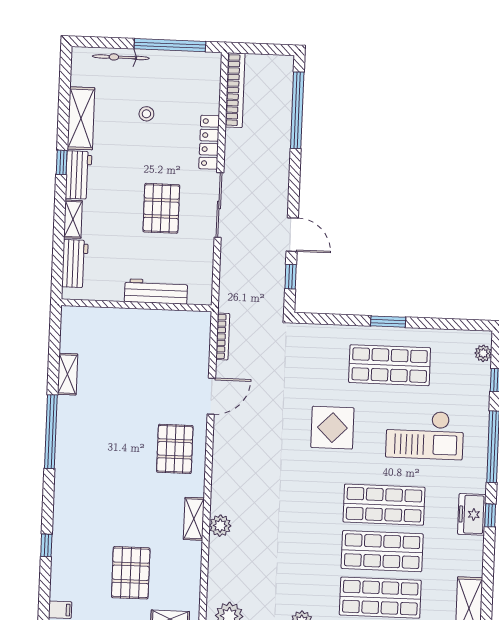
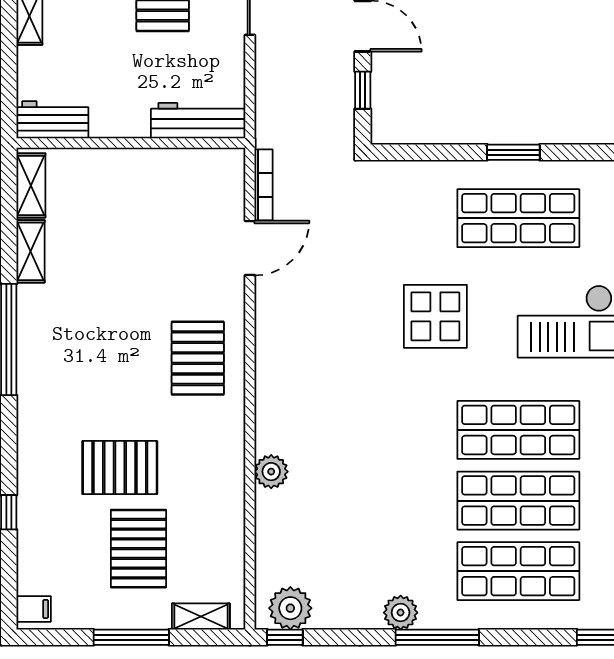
workbench: (75, 264) -> (52, 120), moved, turned -90
workbench: (156, 291) -> (198, 121), moved
door: (211, 396) -> (250, 248), moved
pallet: (121, 519) -> (120, 468), added
shelving: (194, 519) -> (31, 185), moved

